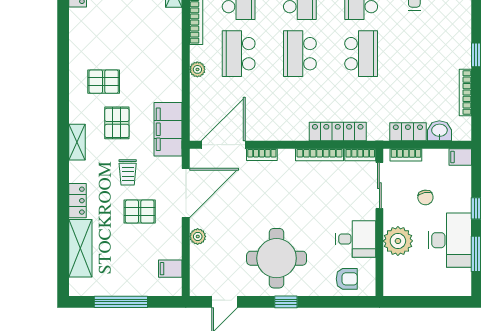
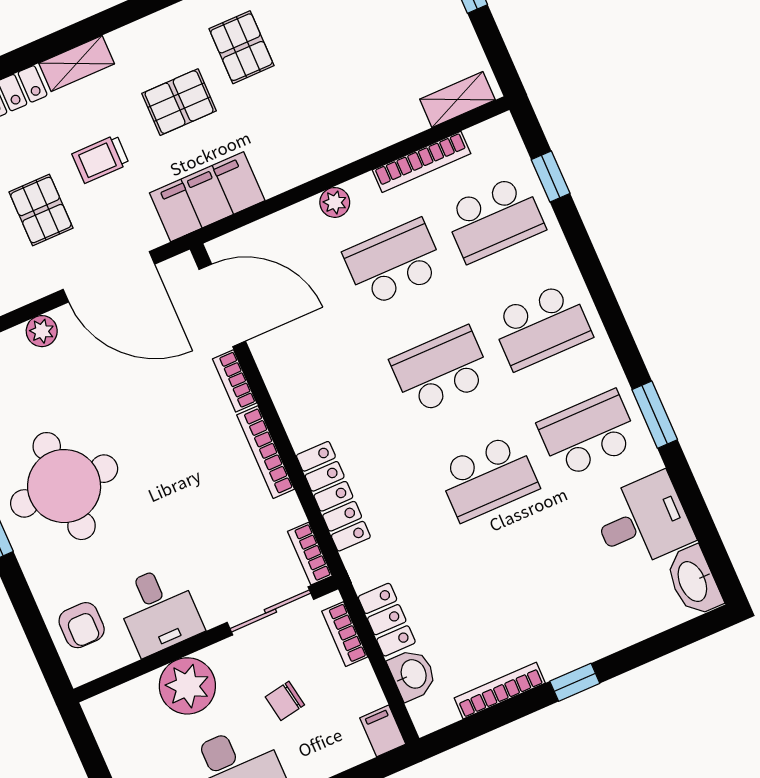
shelving: (77, 142) -> (77, 63), moved
bookcase: (320, 155) -> (266, 452), moved

